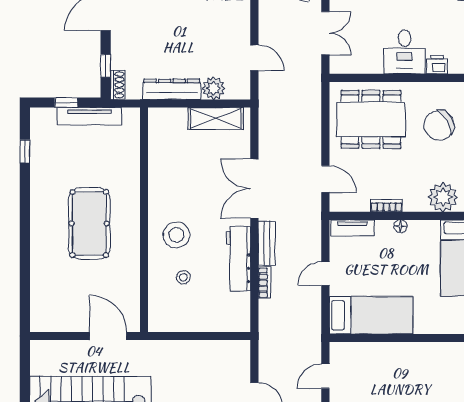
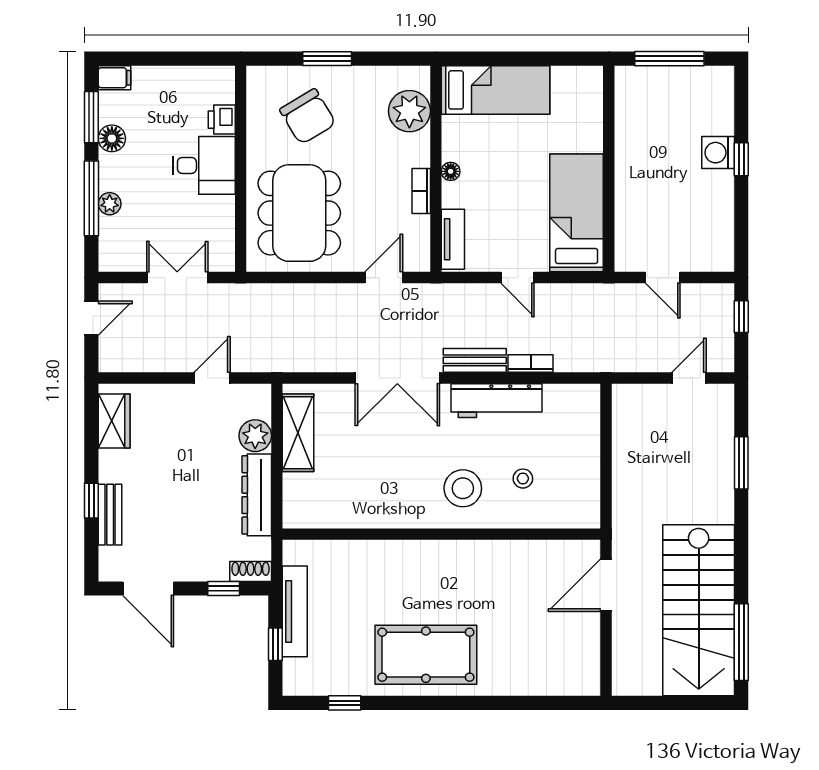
pool table: (89, 223) -> (426, 655), moved

